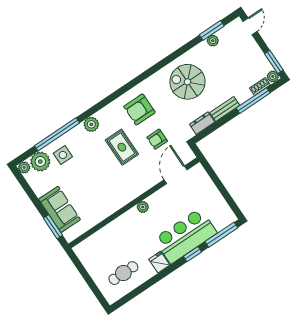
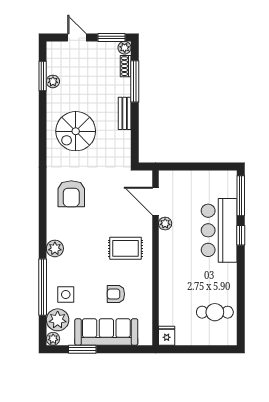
door: (250, 26) -> (77, 37), moved
dresser: (202, 123) -> (124, 144), removed
armchair: (157, 139) -> (116, 294), moved, turned 90
rug: (122, 147) -> (126, 248), moved
plant: (143, 207) -> (165, 224), moved
sofa: (59, 209) -> (106, 332), width x1.36
window: (53, 227) -> (82, 349), moved
fridge: (159, 262) -> (167, 336), moved, turned 90
cafe table: (123, 273) -> (215, 312), turned 90

